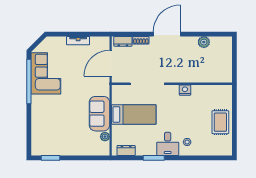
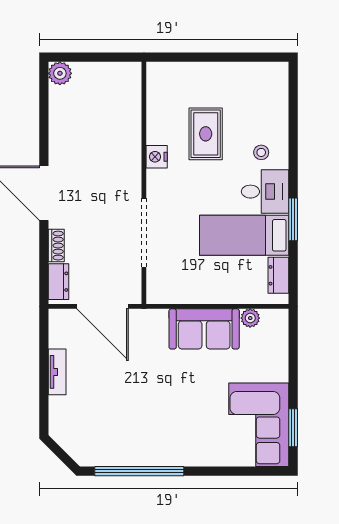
plant: (204, 42) -> (60, 73), moved
corner sofa: (46, 73) -> (259, 425), moved, turned -90
bed: (134, 114) -> (244, 235), moved, turned -90
rug: (220, 122) -> (206, 134), moved, turned 90

